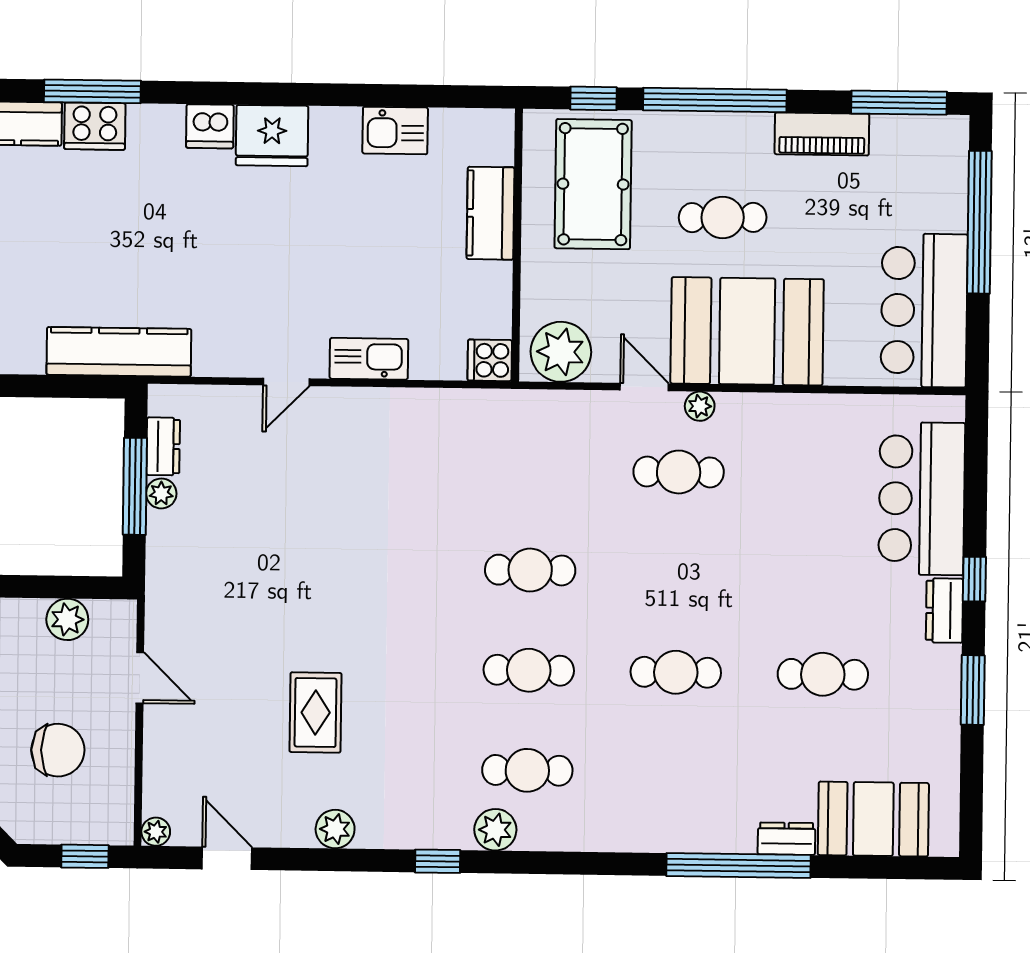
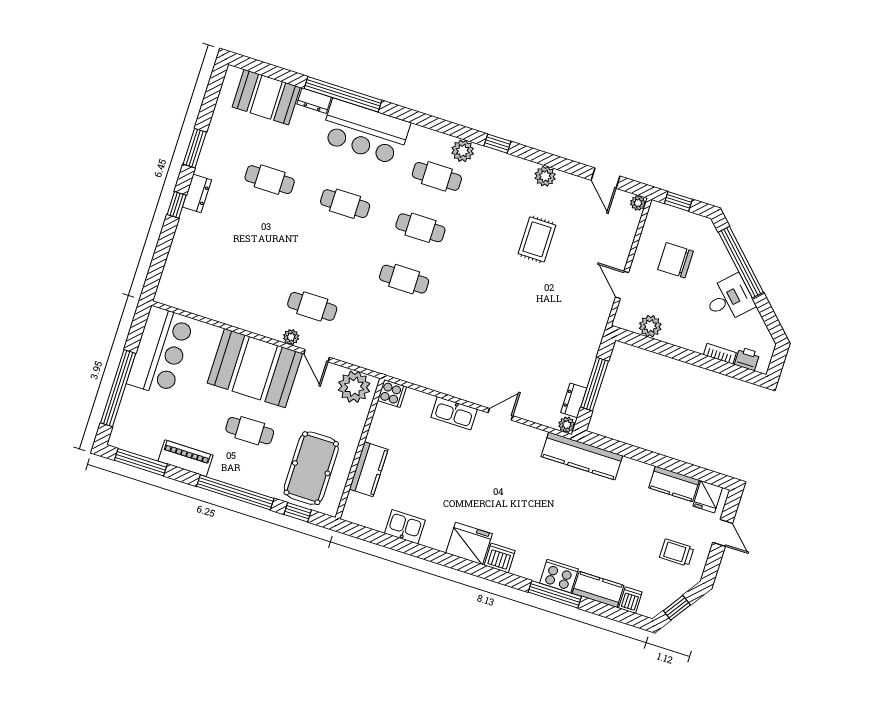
plant: (161, 493) -> (567, 425), moved
bar counter: (922, 499) -> (365, 132), moved, turned 90

